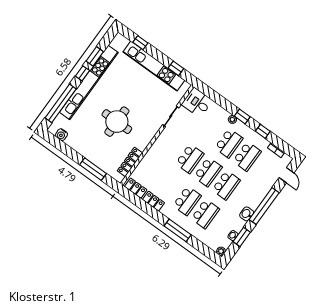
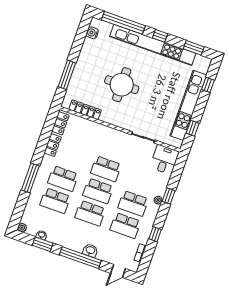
window: (95, 56) -> (194, 48), moved
window: (242, 116) -> (169, 196), moved
washbasin: (247, 214) -> (90, 250), moved

